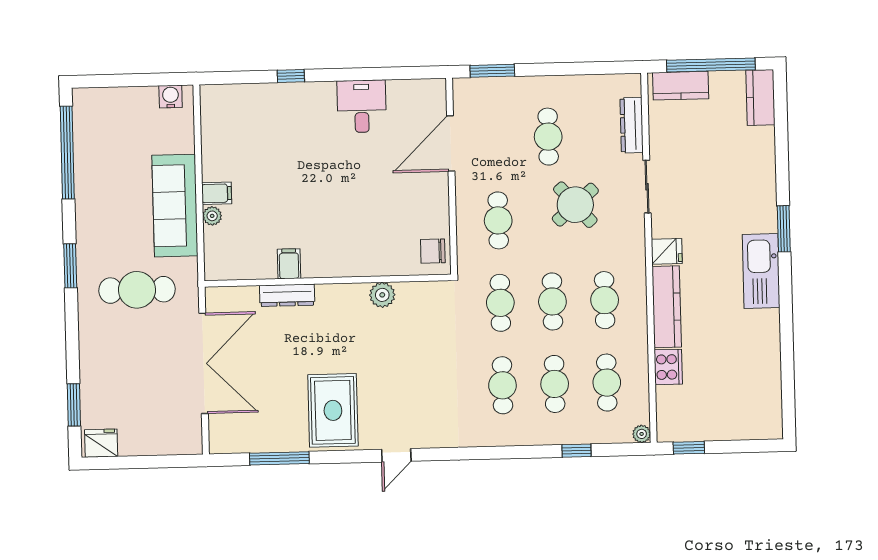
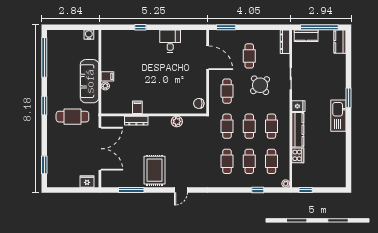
dresser: (632, 125) -> (285, 42), moved
door: (451, 143) -> (208, 58), swing flipped
fridge: (101, 443) -> (87, 181), moved

